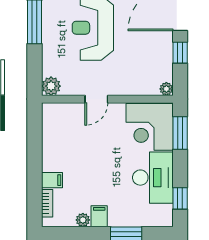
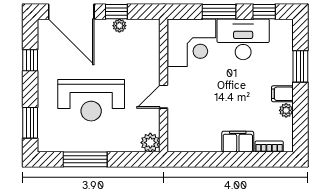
plant: (166, 89) -> (119, 26), moved
door: (96, 99) -> (163, 97), swing flipped
window: (180, 133) -> (219, 12), moved
filing cabinet: (52, 180) -> (238, 142), width x2.00

